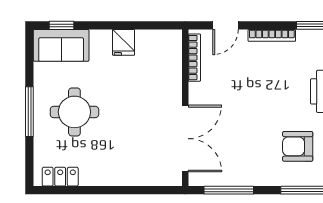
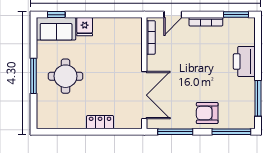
fridge: (124, 42) -> (85, 27), moved
armchair: (298, 146) -> (207, 113), moved
locker: (60, 177) -> (100, 122), moved

